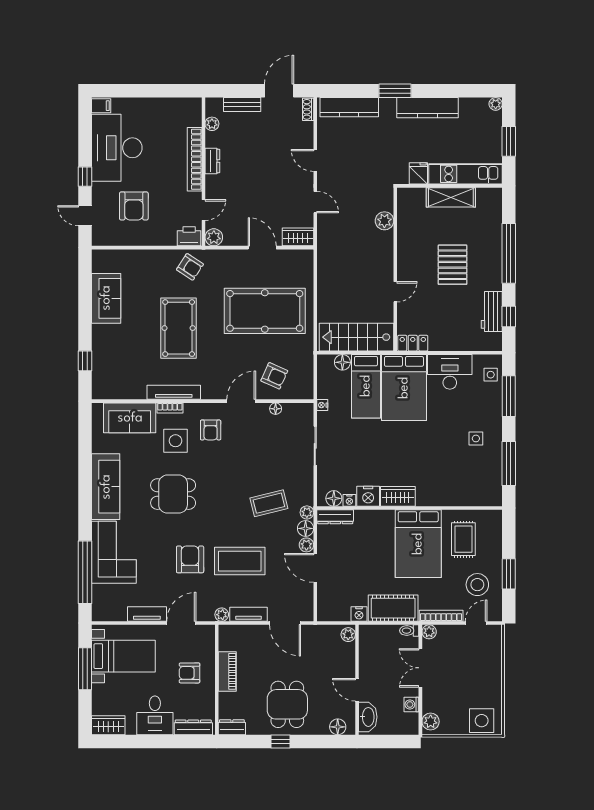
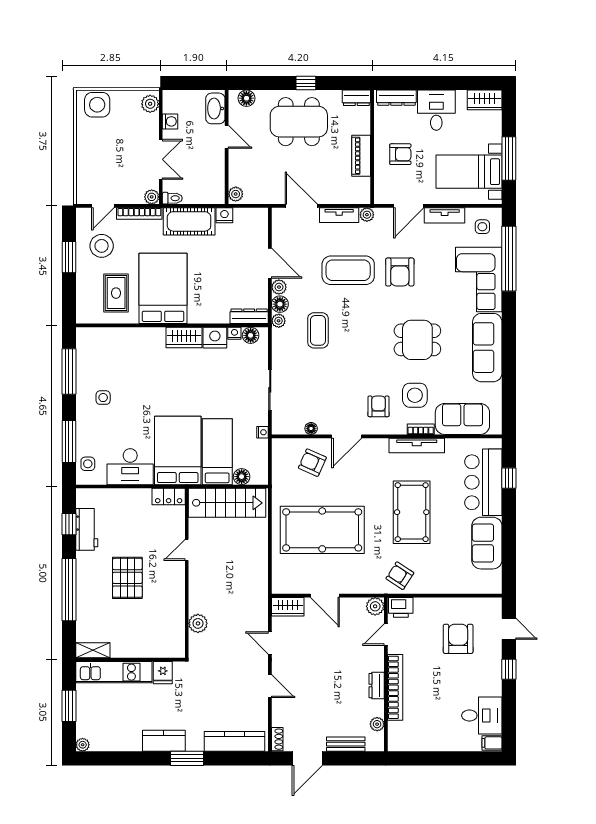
kitchen counter: (428, 108) -> (164, 741), width x0.67
desk: (117, 148) -> (482, 716), width x0.53, depth x0.77
shelving: (451, 197) -> (93, 650), moved, width x0.67, depth x0.75
bar counter: (110, 357) -> (483, 482), added
coffee table: (269, 503) -> (318, 330), turned -76
side table: (110, 603) -> (482, 227), added
dining table: (287, 704) -> (299, 122), width x1.38

